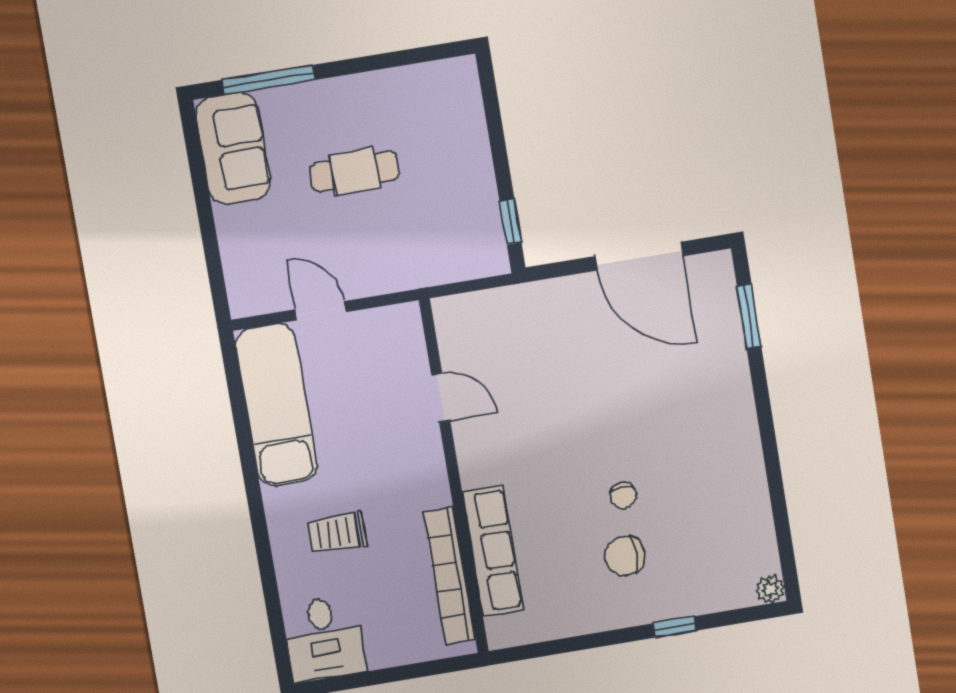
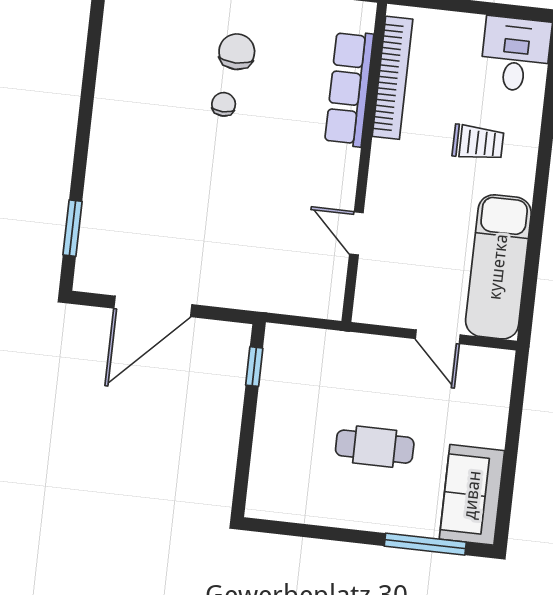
door: (639, 256) -> (153, 306), swing flipped
chair: (625, 556) -> (237, 52), turned -90

